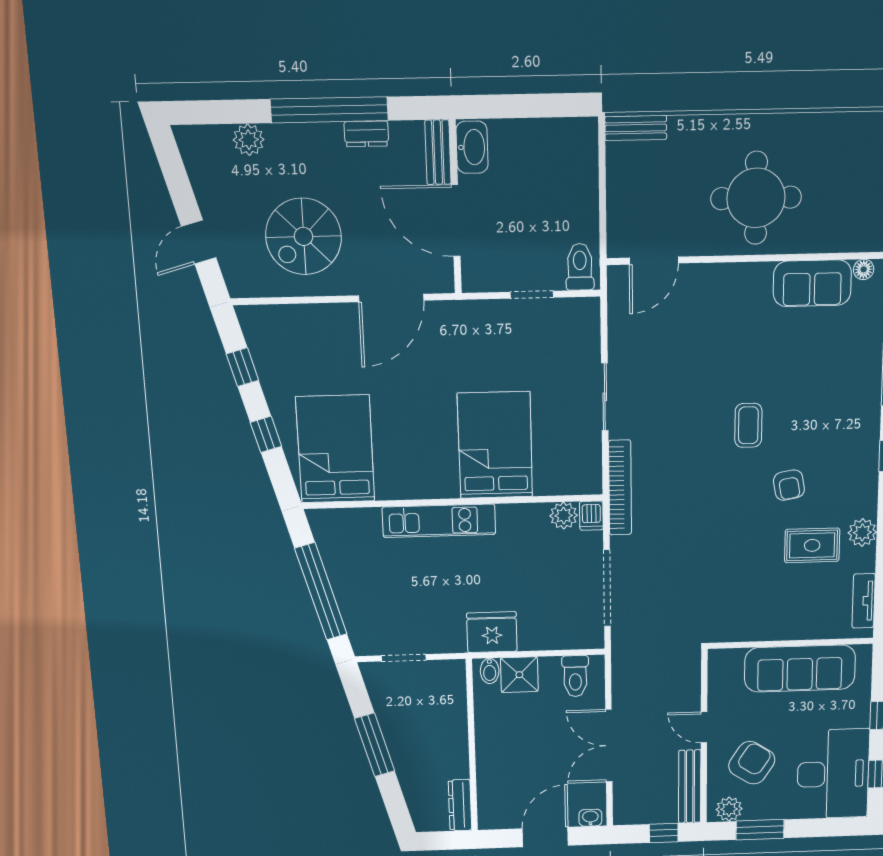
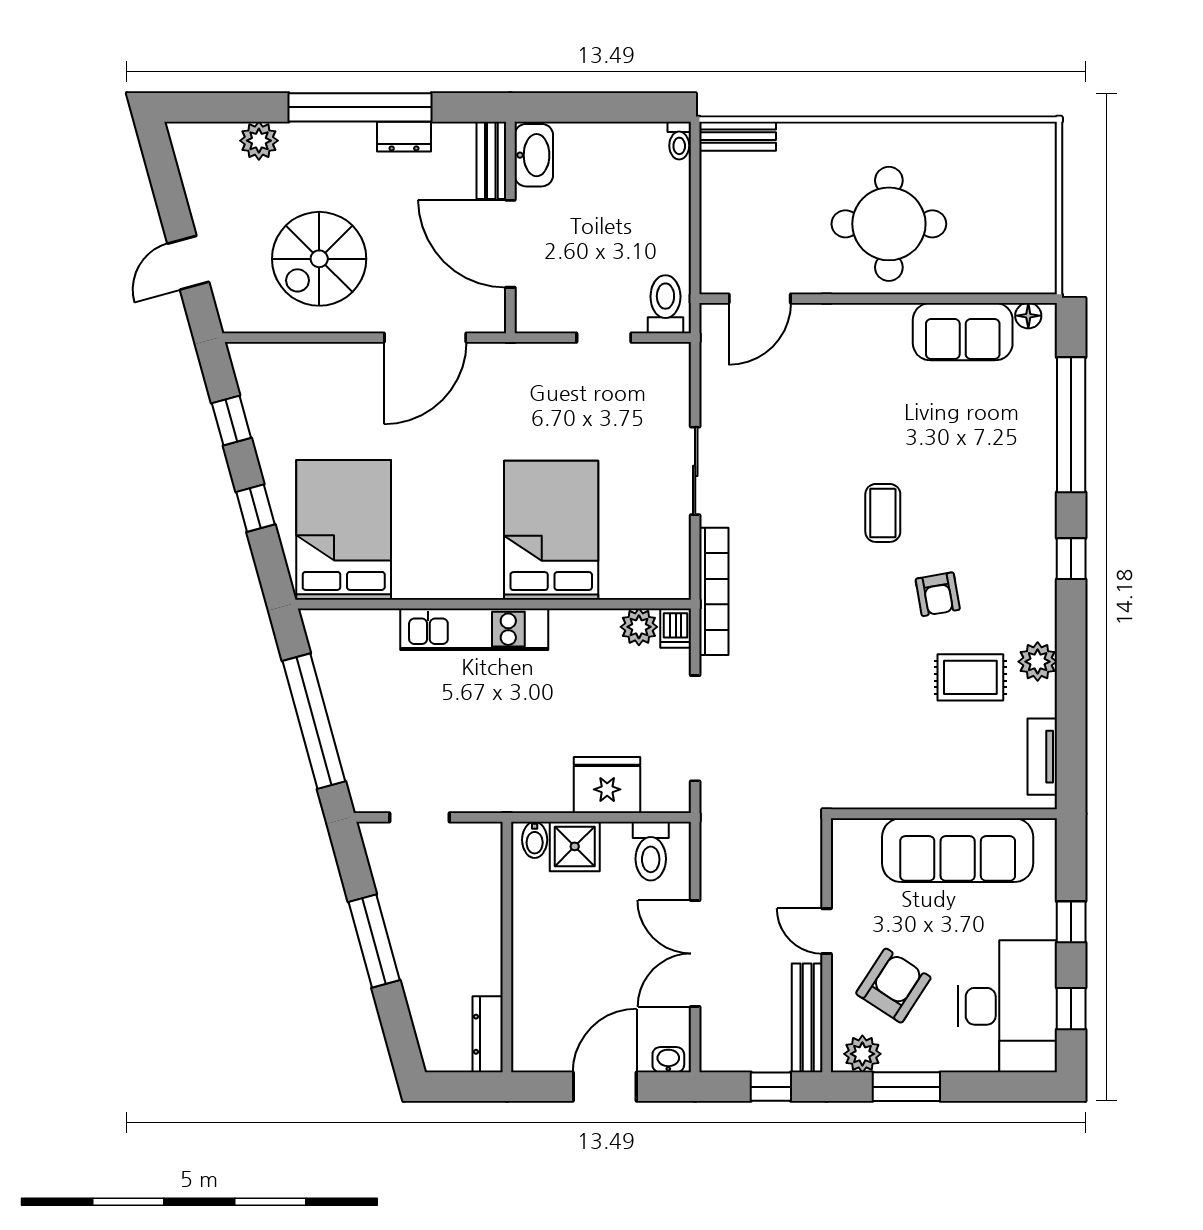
toilet: (589, 133) -> (679, 141), added
fridge: (492, 632) -> (607, 785), moved

